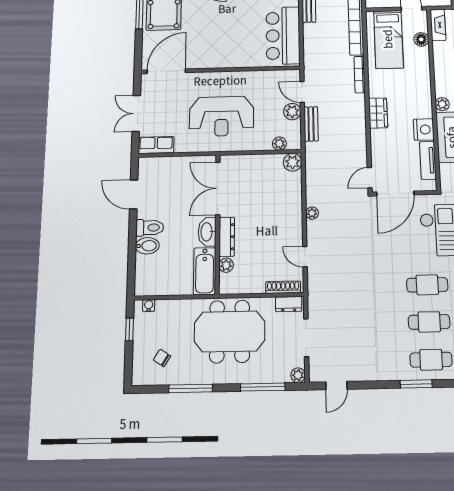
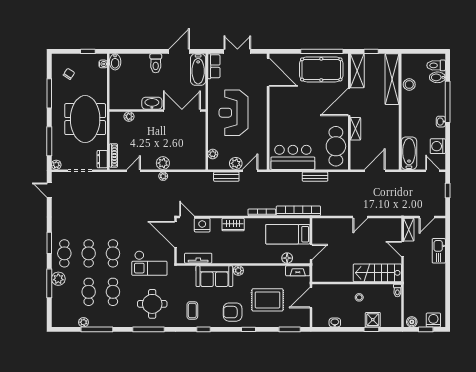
nightstand: (424, 129) -> (202, 225), moved, turned 180
plant: (293, 162) -> (163, 163), moved
dresser: (227, 237) -> (148, 117), removed
bidet: (147, 246) -> (115, 62), moved
bathtub: (205, 271) -> (198, 70), moved, turned -90

